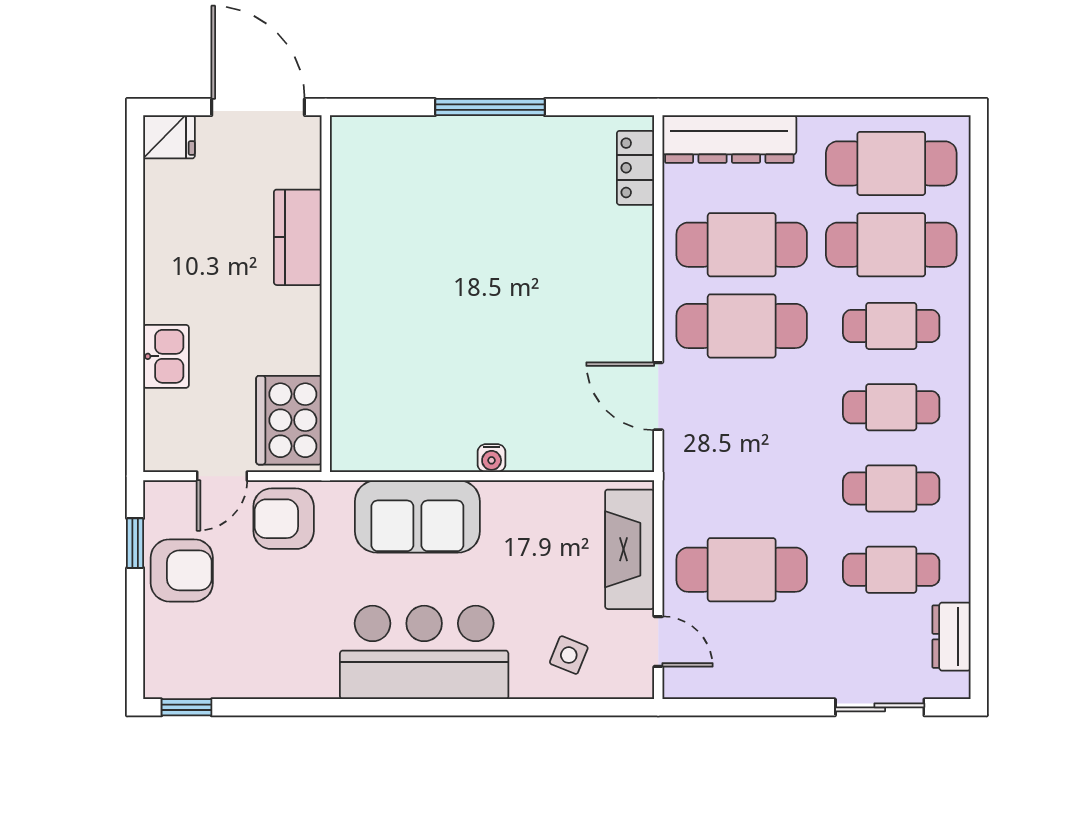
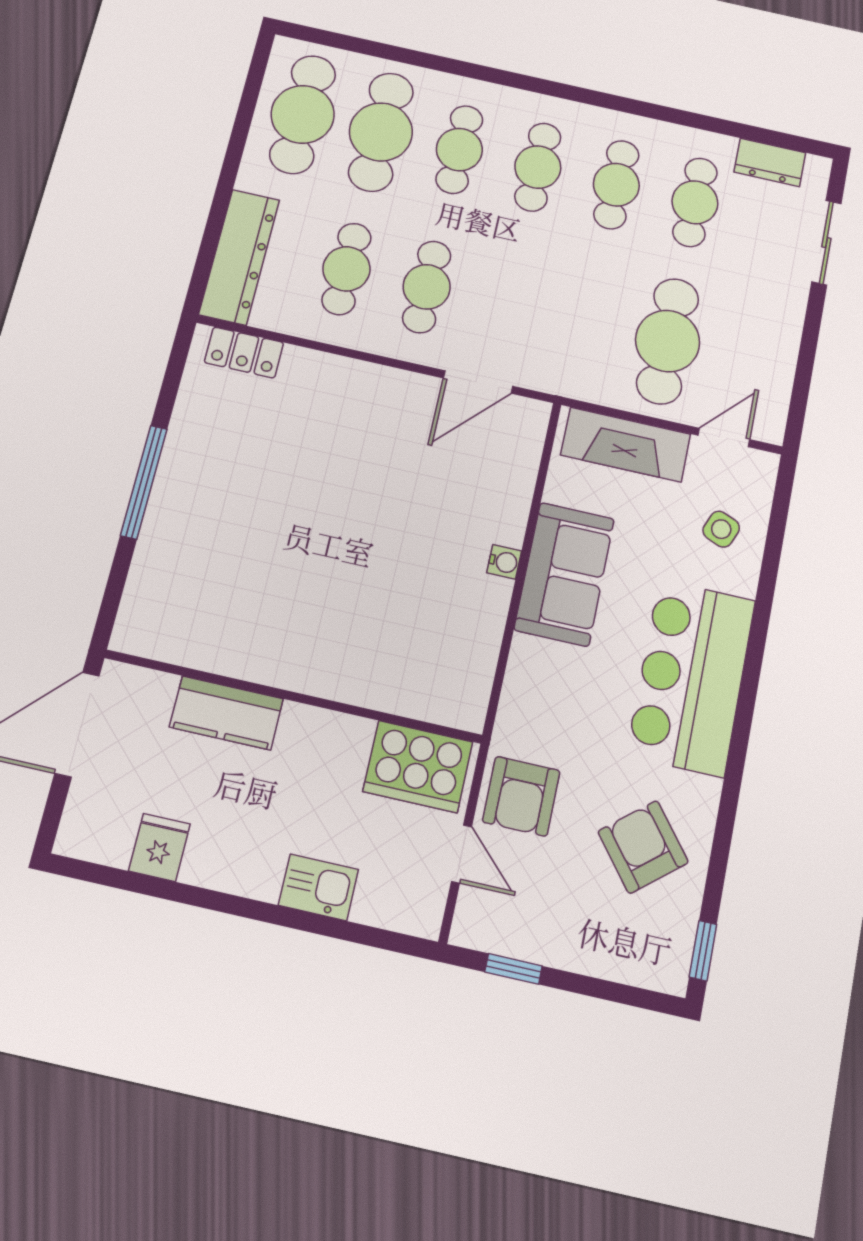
fridge: (169, 137) -> (159, 847), moved
cafe table: (742, 245) -> (346, 269), width x0.73, depth x0.74
cafe table: (742, 326) -> (427, 287), width x0.73, depth x0.74
sofa: (417, 516) -> (564, 574), moved
armchair: (182, 570) -> (643, 847), moved, turned -39

